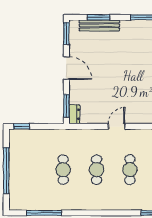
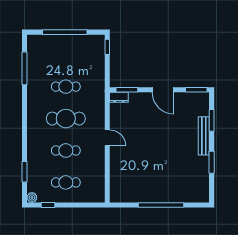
bench: (99, 25) -> (204, 136), moved
door: (66, 68) -> (163, 90), hinge flipped
cafe table: (97, 170) -> (66, 119), width x1.37, depth x1.35

